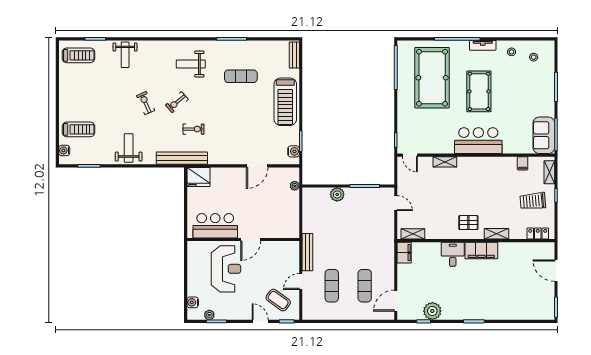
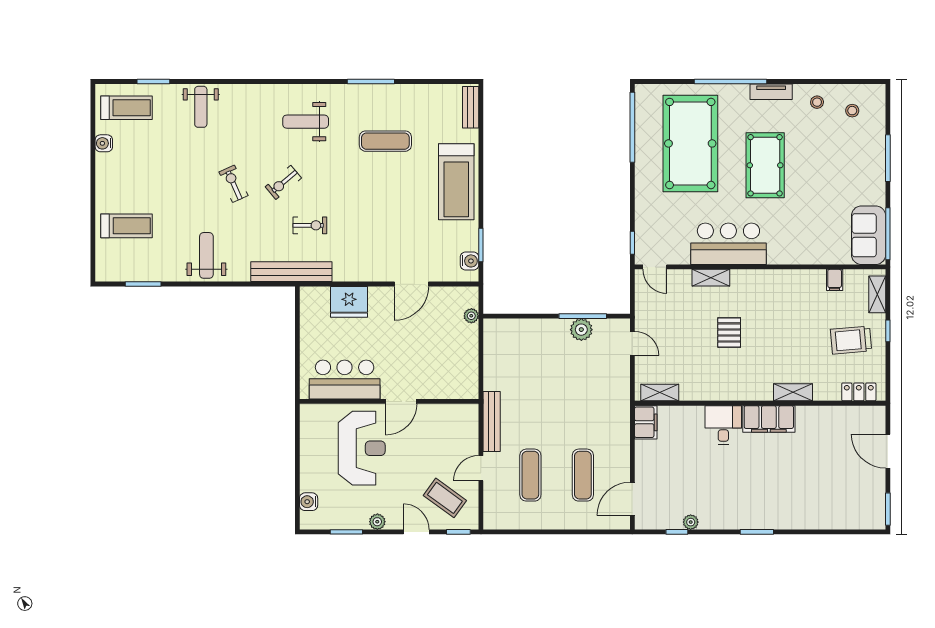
bar counter: (478, 141) -> (728, 244), moved
water cooler: (64, 150) -> (104, 143), moved
fridge: (199, 177) -> (349, 302), moved
plant: (337, 194) -> (581, 330), moved
pallet: (468, 223) -> (729, 332), moved, turned 90
plant: (432, 311) -> (691, 522), width x0.53, depth x0.53
plant: (209, 315) -> (377, 522), moved

